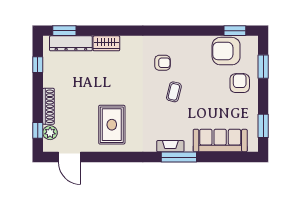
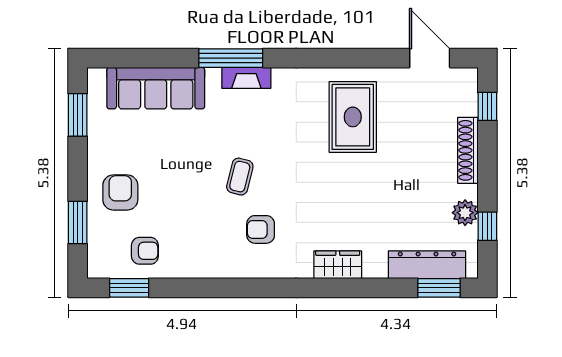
wardrobe: (106, 43) -> (338, 265), moved
armchair: (226, 51) -> (145, 251), width x0.53, depth x0.53
armchair: (240, 83) -> (120, 192), turned 180
plant: (50, 133) -> (465, 213), moved

